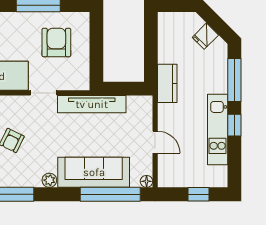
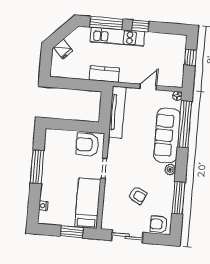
fridge: (205, 36) -> (63, 49), moved
armchair: (56, 42) -> (87, 144), moved
tv unit: (92, 104) -> (117, 112), moved
kitchen unit: (218, 130) -> (117, 37), moved

